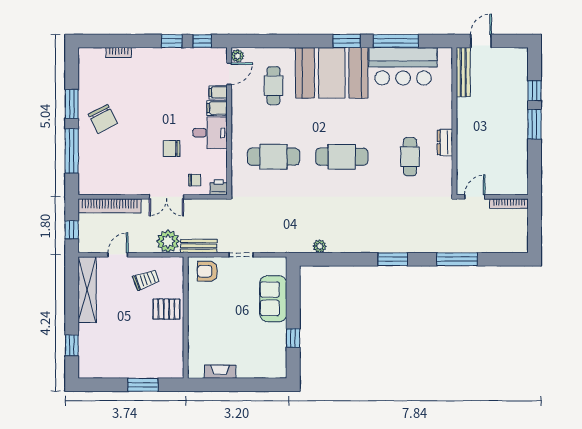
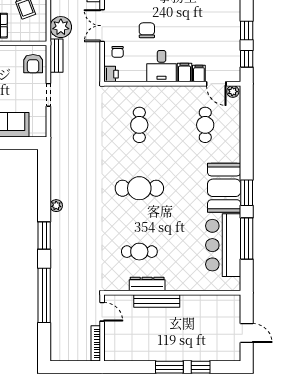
door: (481, 41) -> (247, 333), moved
bench: (463, 72) -> (157, 301), moved
booth: (332, 73) -> (224, 188), width x0.73, depth x0.70
cafe table: (273, 86) -> (205, 125), turned 90
dresser: (445, 142) -> (147, 284), width x1.44
cafe table: (273, 157) -> (139, 125), width x0.73, depth x0.74
cafe table: (342, 157) -> (139, 188), turned 90
plant: (320, 246) -> (56, 206), moved
window: (457, 259) -> (44, 295), width x1.46
armchair: (207, 271) -> (33, 64), turned 180

